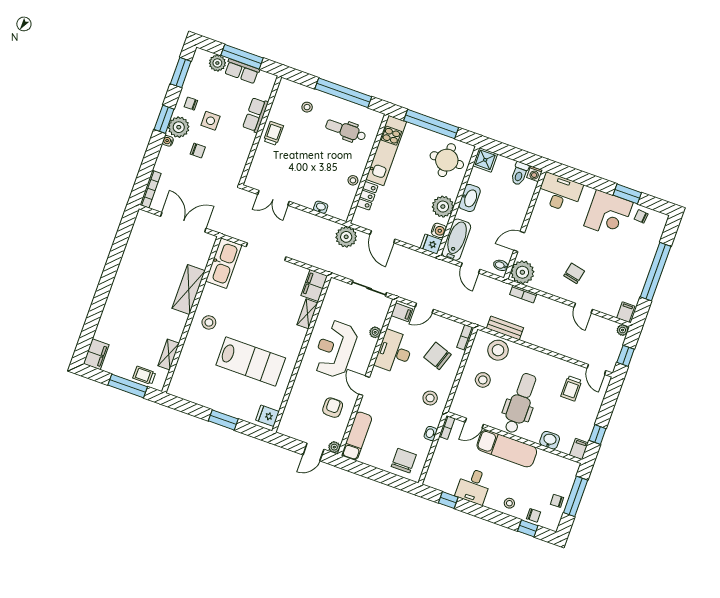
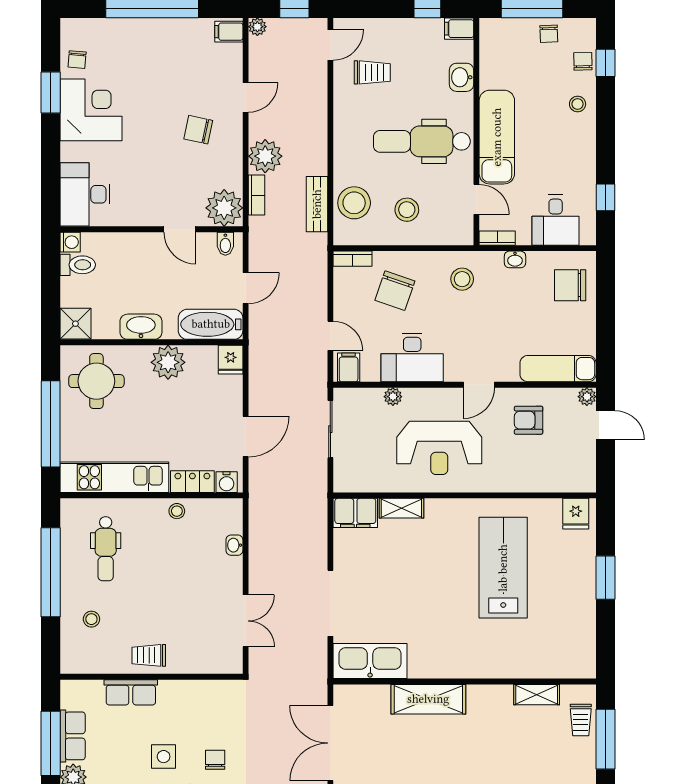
water cooler: (439, 230) -> (227, 482), moved, turned 180
plant: (346, 237) -> (265, 156), moved
stool: (209, 322) -> (467, 651), removed
desk: (474, 486) -> (556, 220), moved, turned 90

